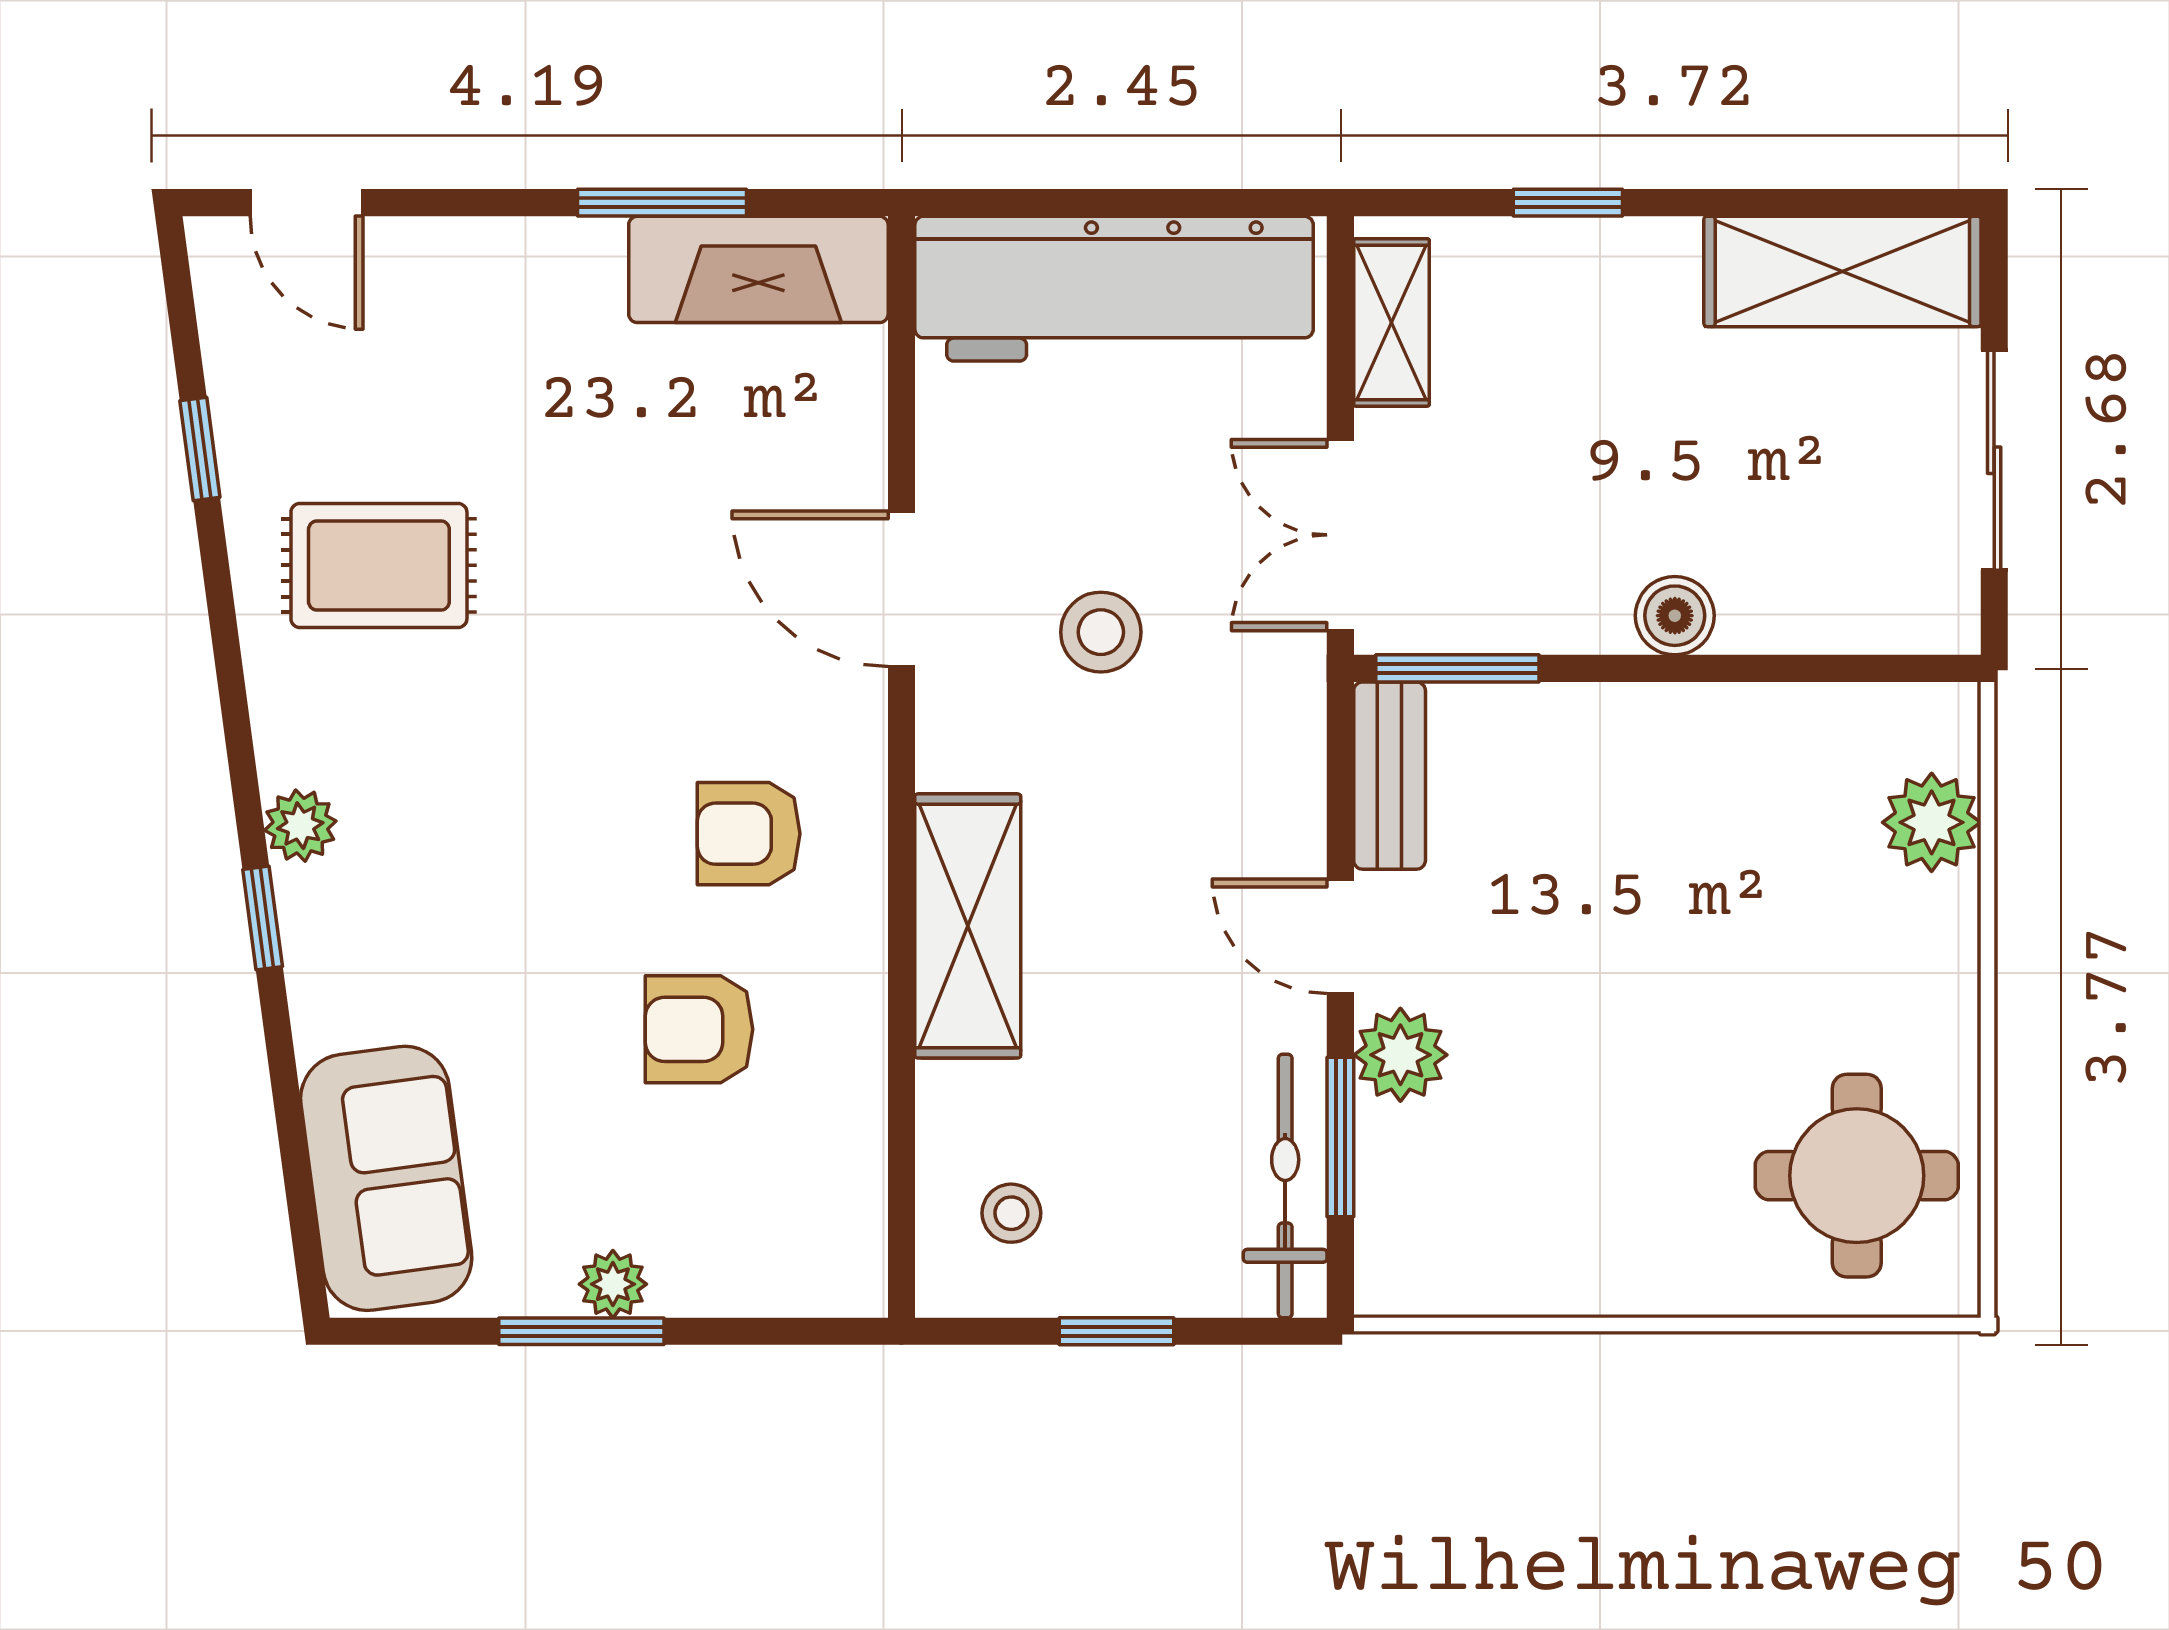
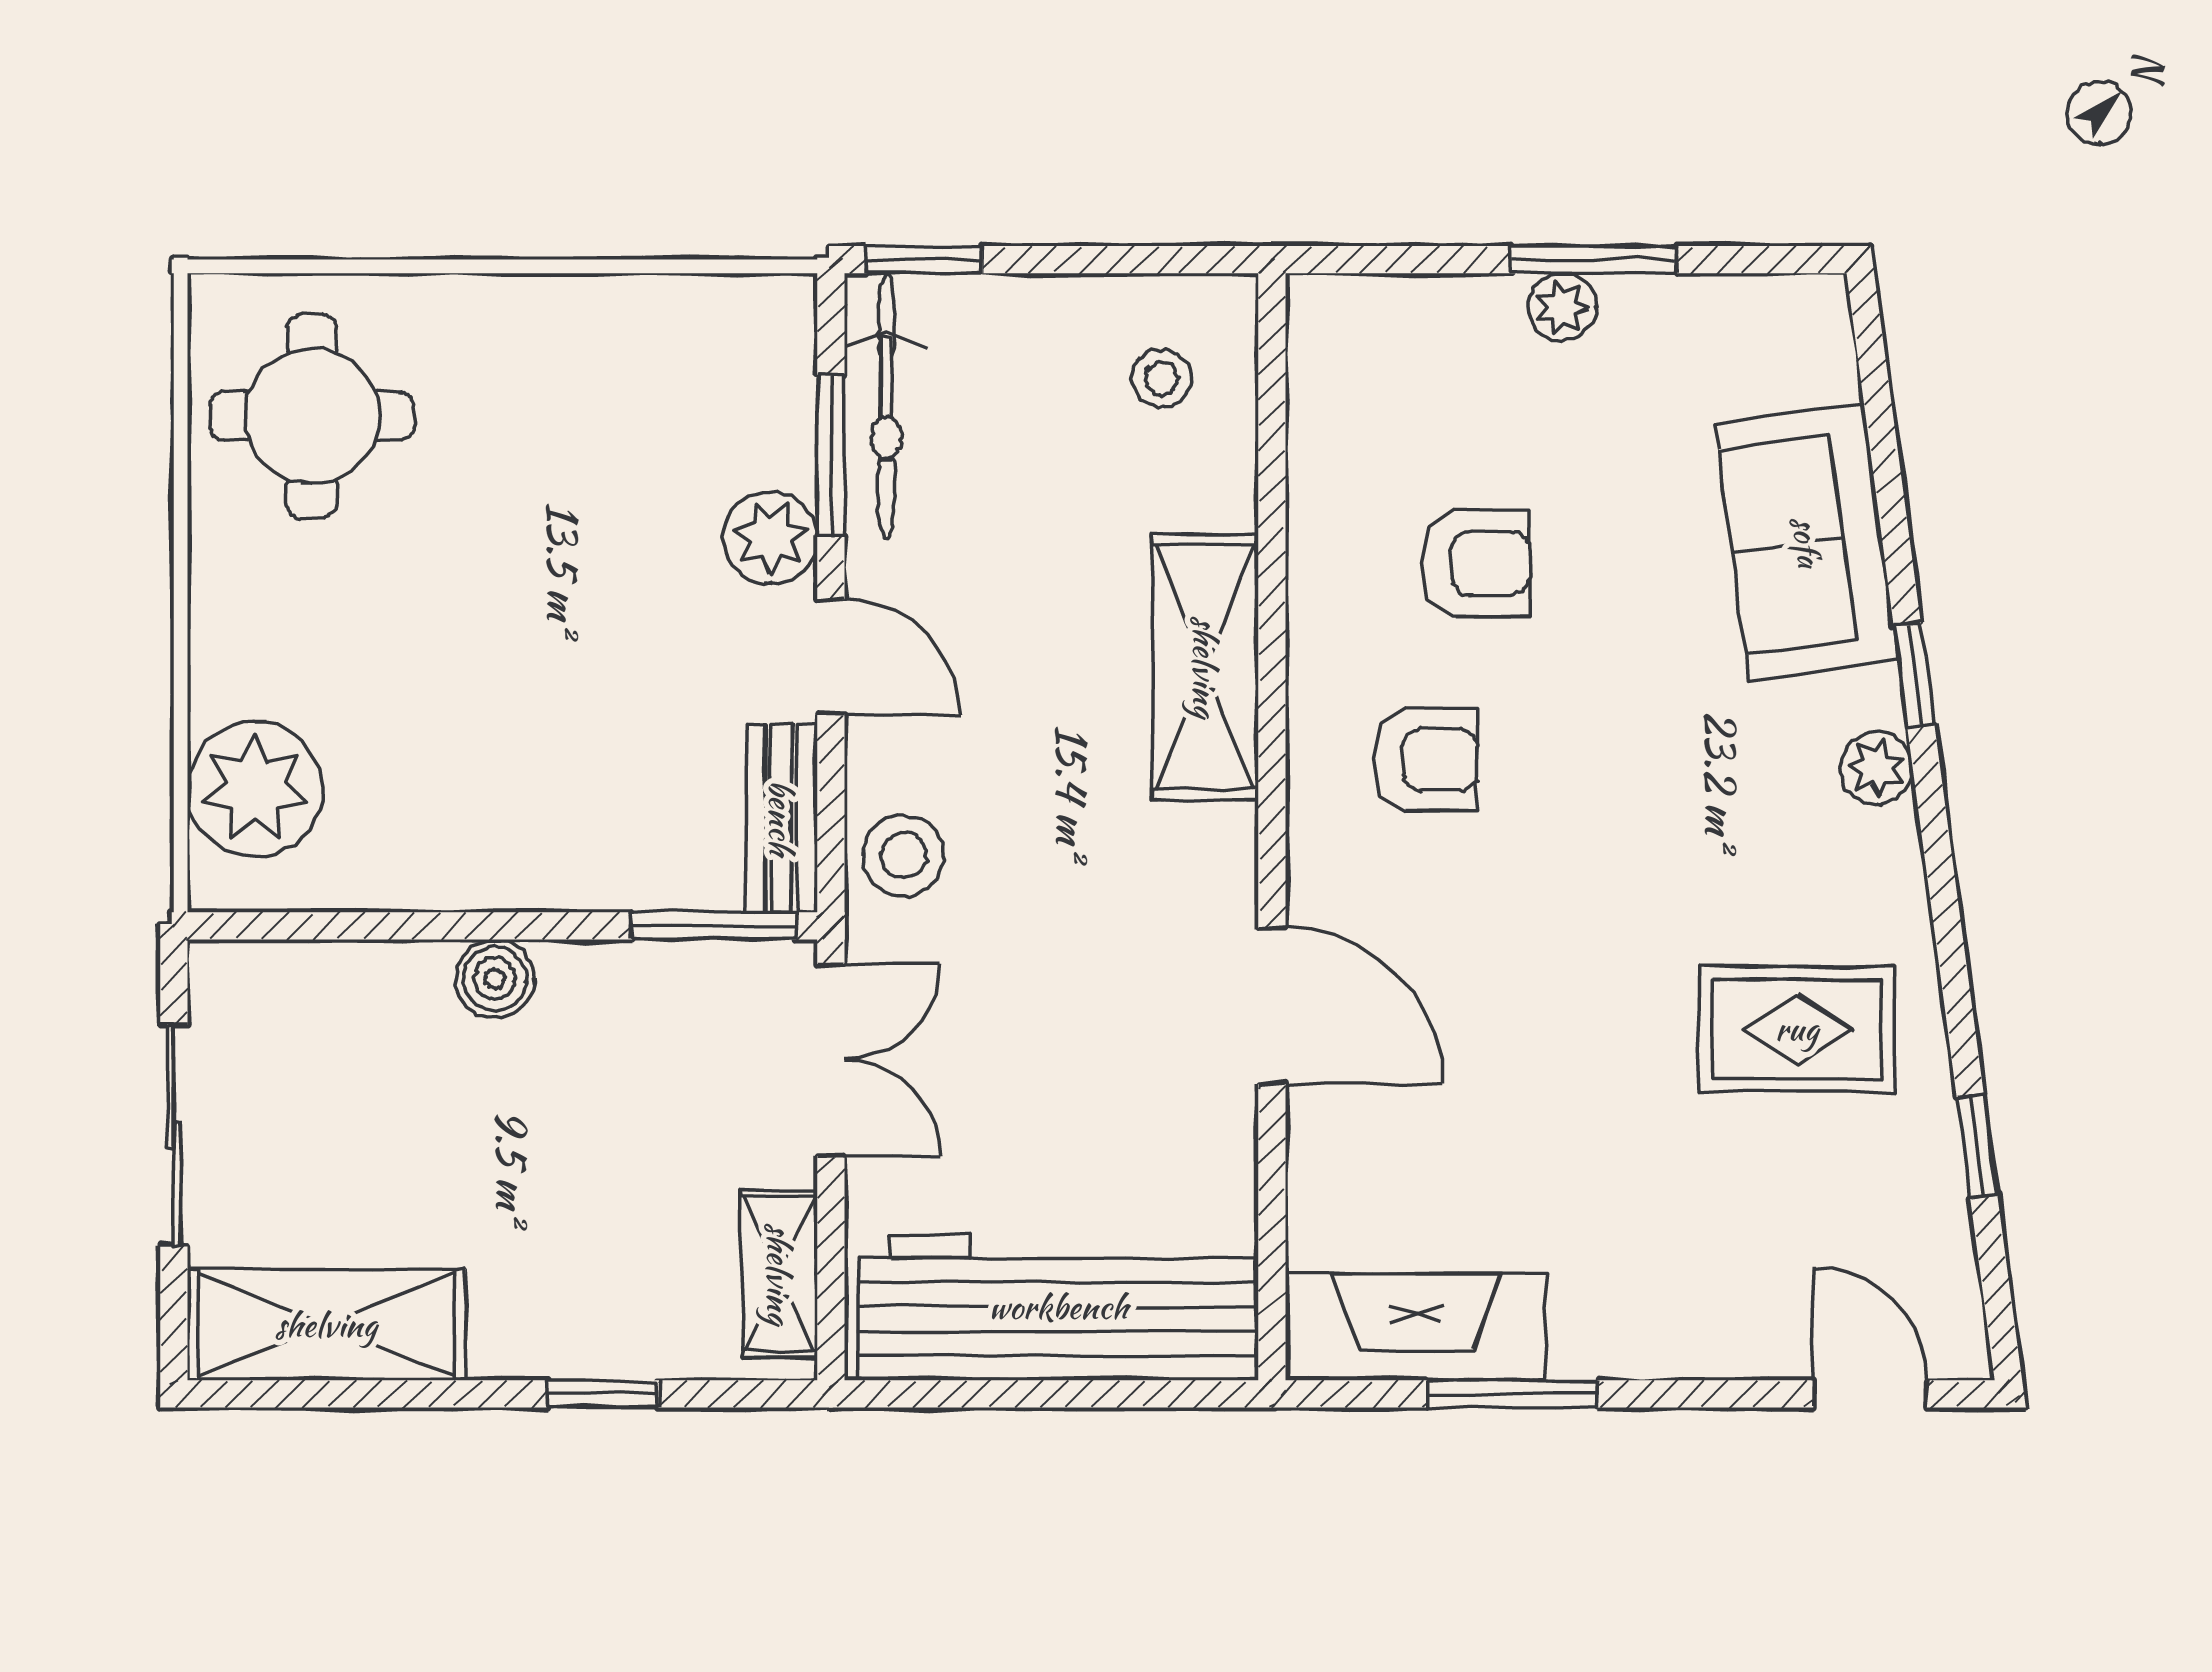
stool: (1101, 632) -> (904, 855), moved
plant: (1932, 822) -> (255, 789), width x1.36, depth x1.36
sofa: (386, 1178) -> (1807, 542), moved
window: (1117, 1331) -> (924, 260), moved

